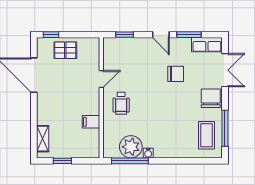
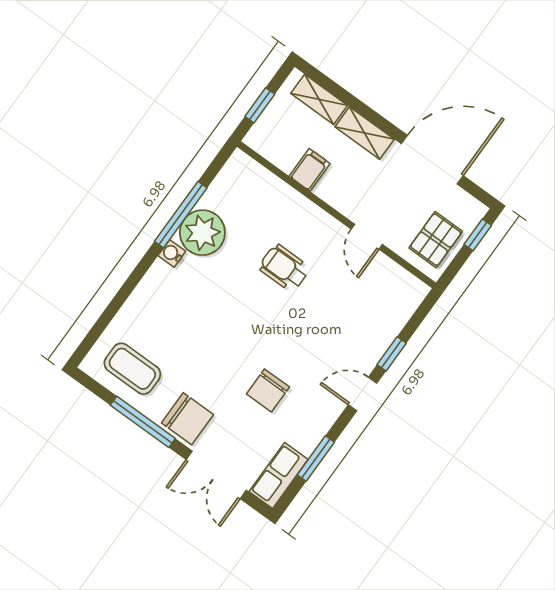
door: (161, 35) -> (363, 394), moved
door: (101, 79) -> (367, 237), moved
wall: (101, 98) -> (336, 215), moved
shelving: (43, 110) -> (365, 133), added
filing cabinet: (91, 122) -> (310, 170), moved
window: (225, 128) -> (143, 422), moved

